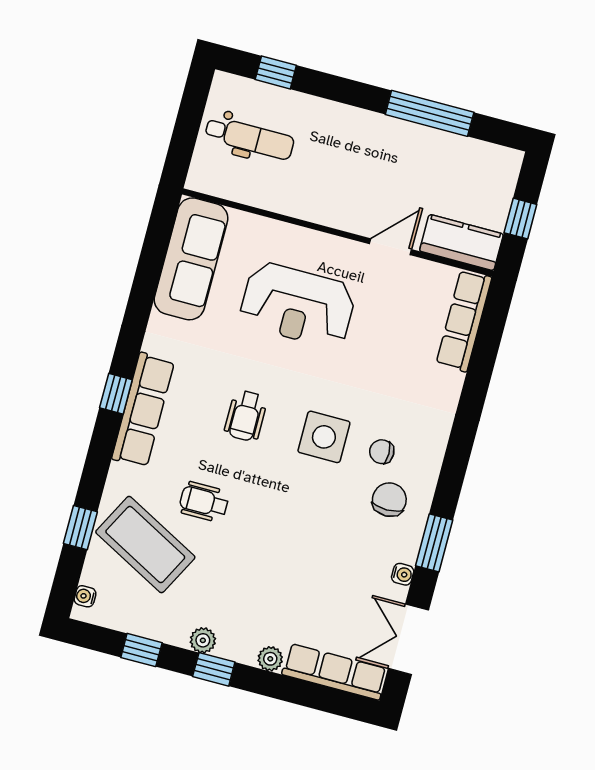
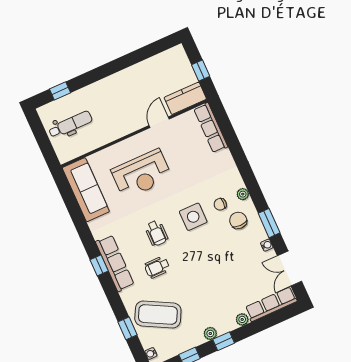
window: (430, 113) -> (132, 58), removed
plant: (430, 464) -> (243, 194), added
wheelchair: (204, 502) -> (157, 267), moved

